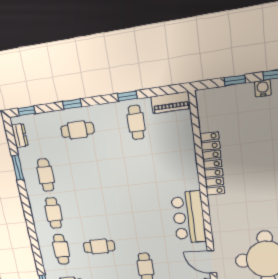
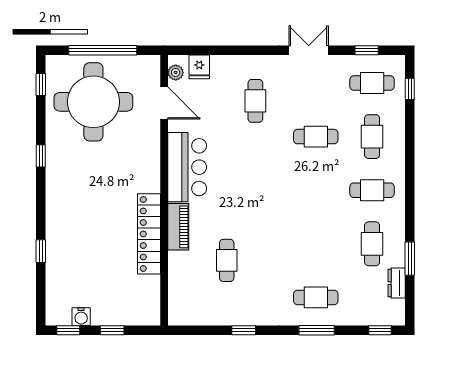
piano: (171, 103) -> (178, 227), moved, turned 90
window: (72, 104) -> (317, 330), width x1.50
cafe table: (136, 122) -> (227, 260), moved
dresser: (20, 135) -> (397, 283), moved
cafe table: (54, 213) -> (372, 190), turned 90

